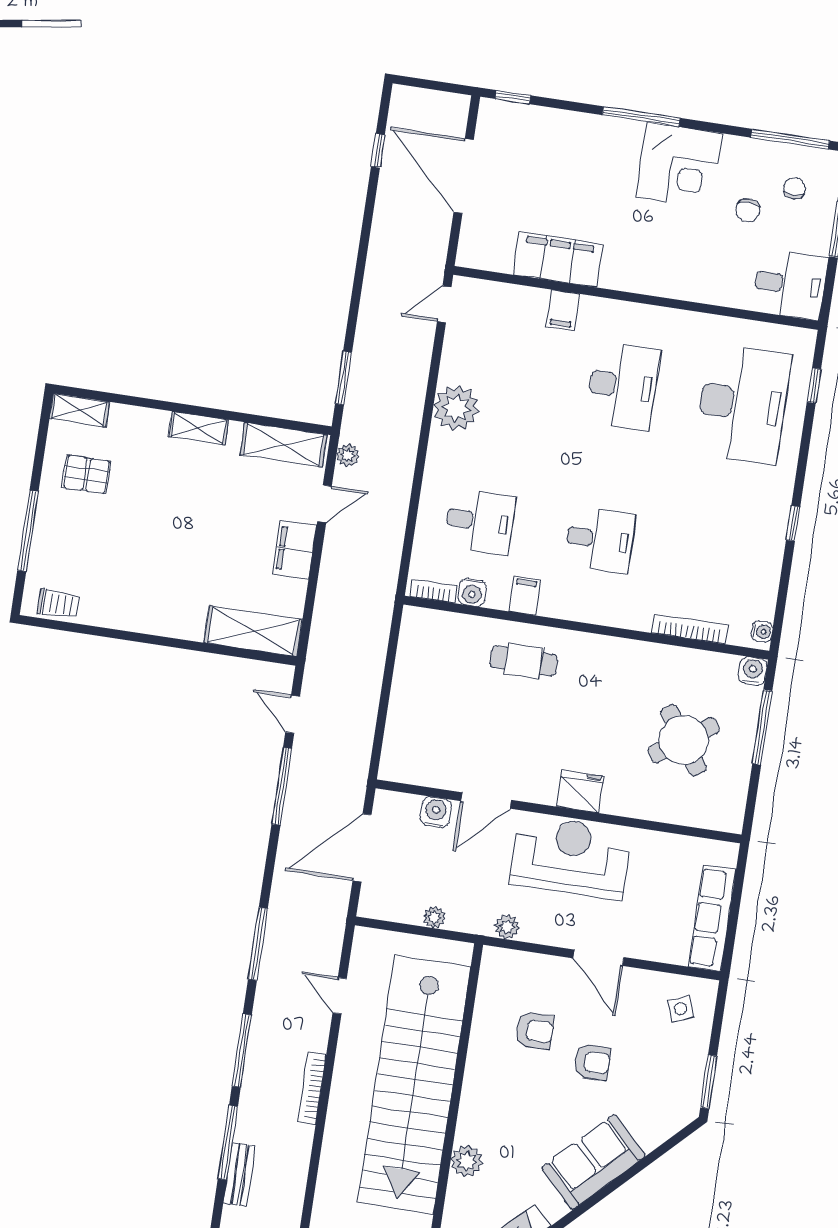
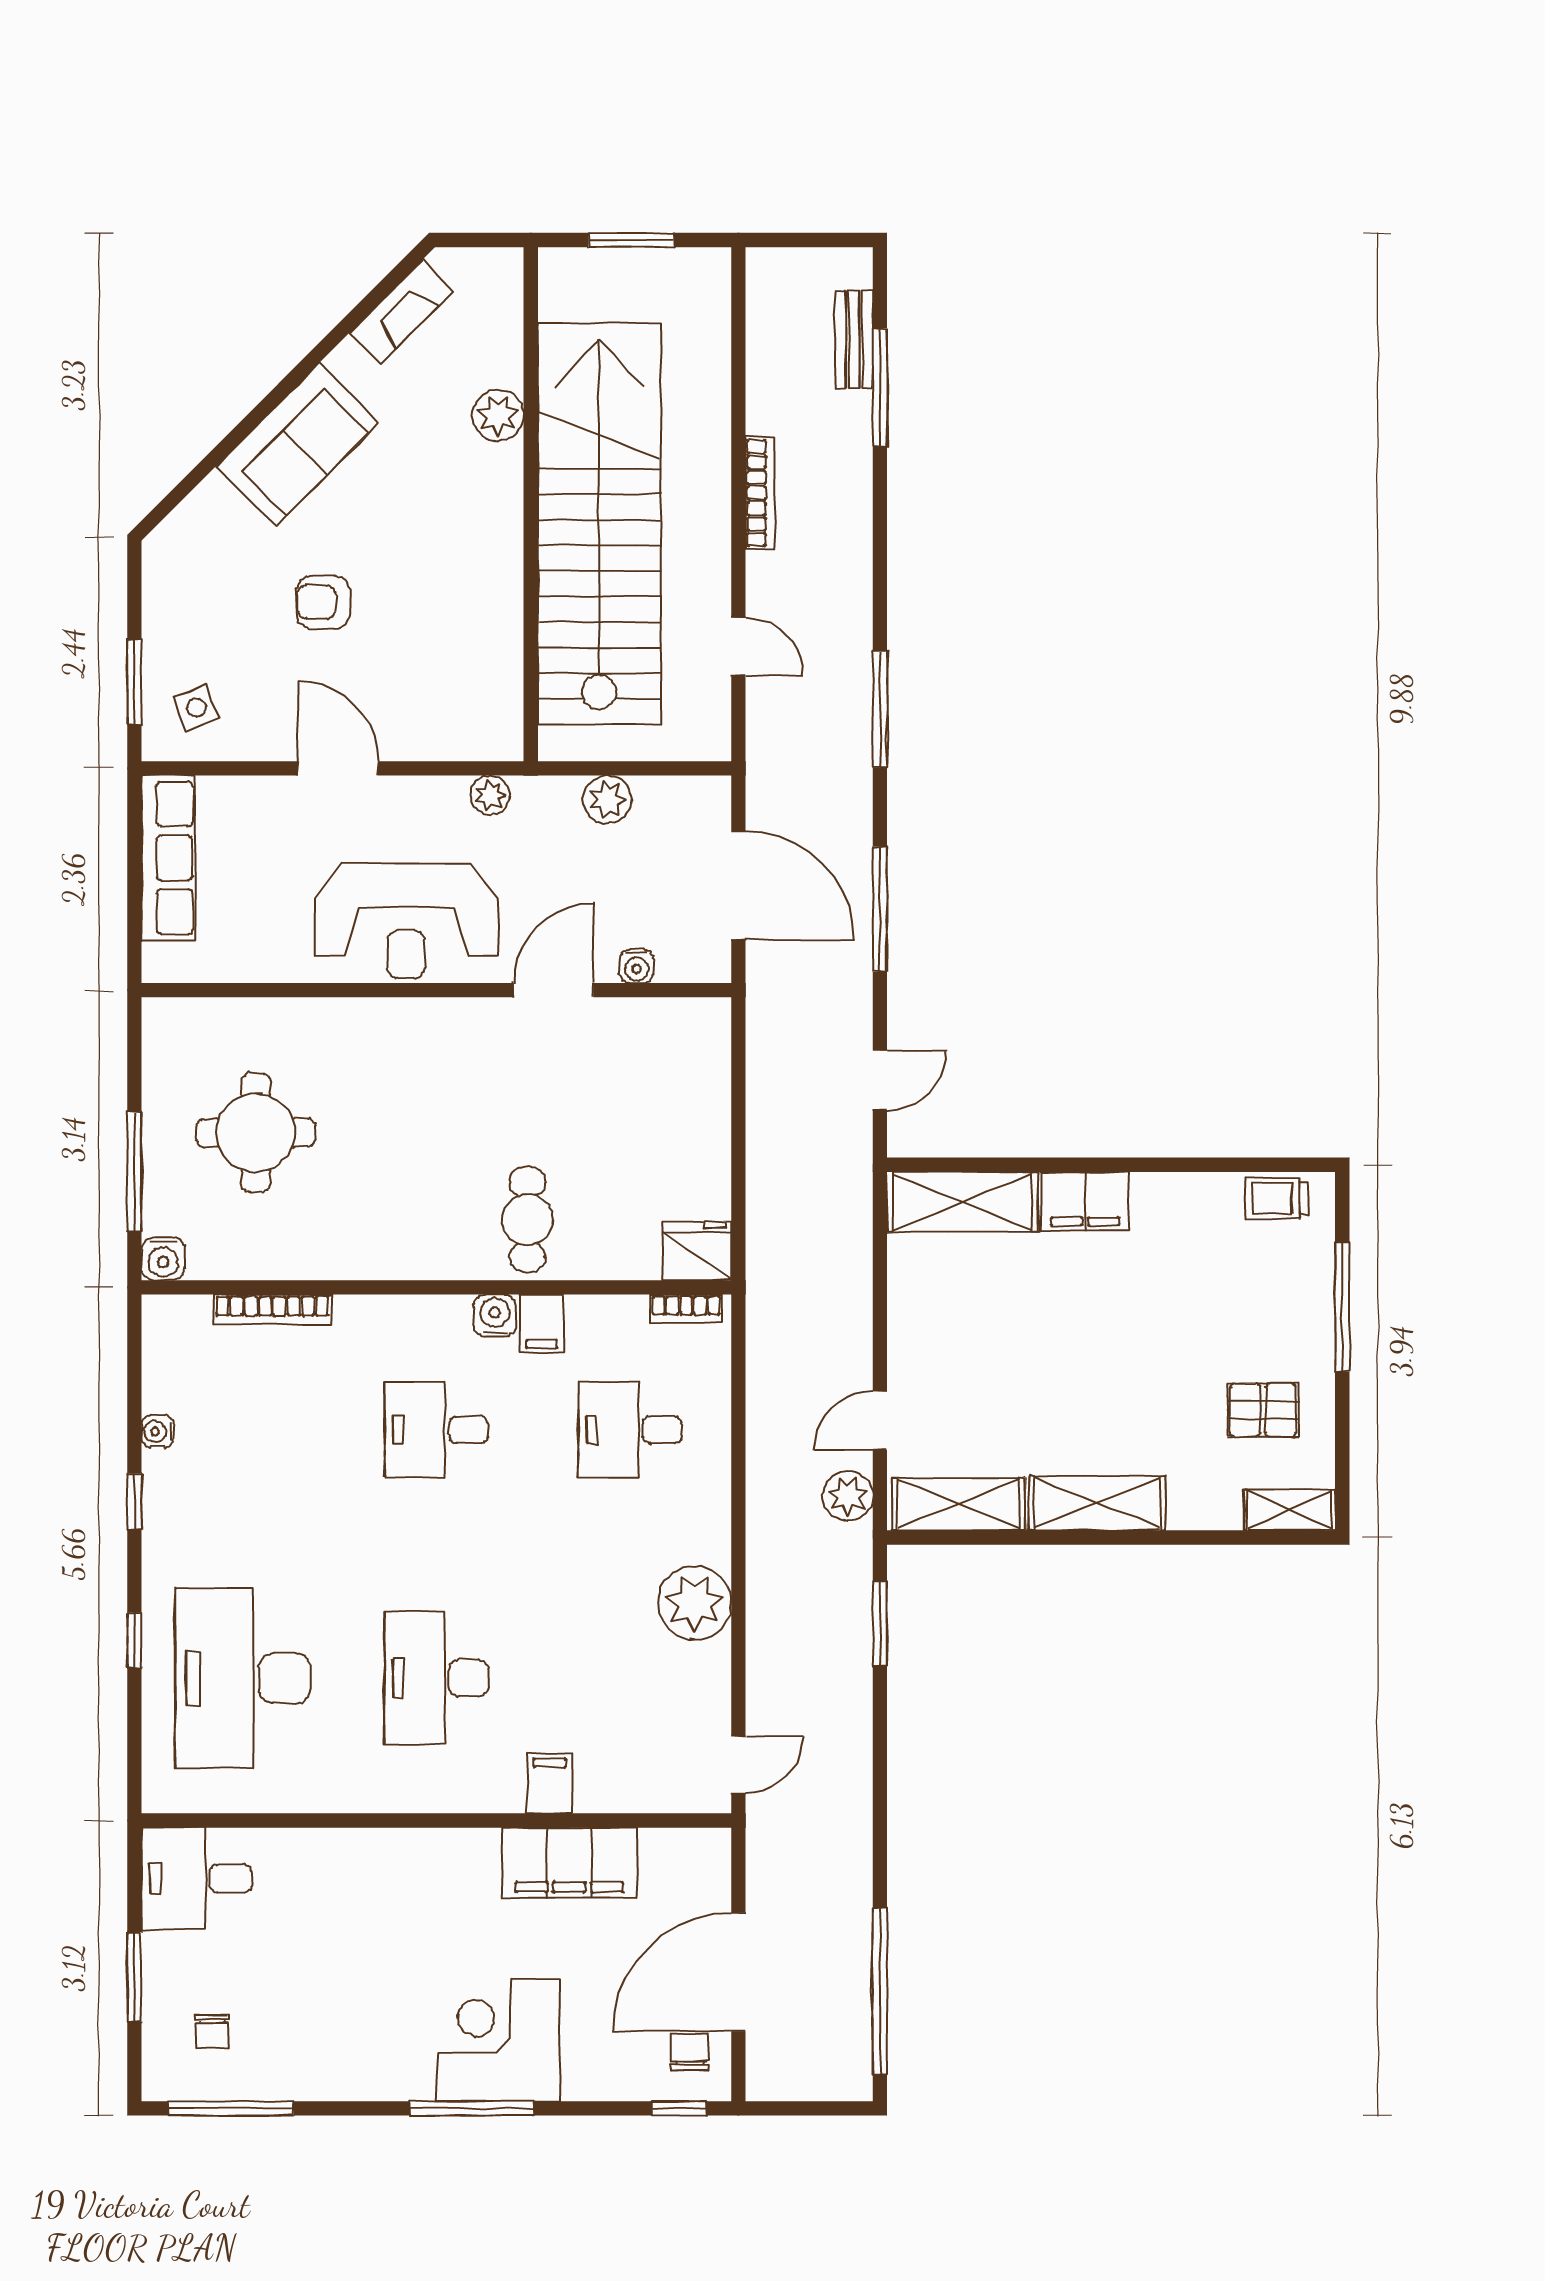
window: (378, 151) -> (880, 1991), width x3.17
corner desk: (679, 165) -> (498, 2040), moved
door: (464, 176) -> (738, 1972), swing flipped
chair: (748, 210) -> (689, 2052), moved
window: (814, 386) -> (134, 1640), moved
shelving: (198, 428) -> (1097, 1503), width x1.50, depth x1.33
plant: (348, 455) -> (848, 1496), width x1.38, depth x1.38
filing cabinet: (295, 550) -> (1085, 1201), moved, turned 90
water cooler: (472, 592) -> (495, 1316), moved
water cooler: (762, 632) -> (158, 1432), moved
cafe table: (524, 661) -> (527, 1220), turned 90
door: (293, 714) -> (880, 1080), hinge flipped
round table: (684, 740) -> (256, 1133), turned 35
window: (282, 786) -> (880, 909), moved
fridge: (580, 792) -> (697, 1251), moved, turned 180
water cooler: (436, 812) -> (637, 966), width x0.72, depth x0.72
door: (362, 848) -> (738, 886), hinge flipped
plant: (434, 917) -> (607, 800), width x1.38, depth x1.38
armchair: (535, 1031) -> (421, 638), removed
window: (242, 1051) -> (880, 536), removed
window: (709, 1082) -> (134, 682), moved

